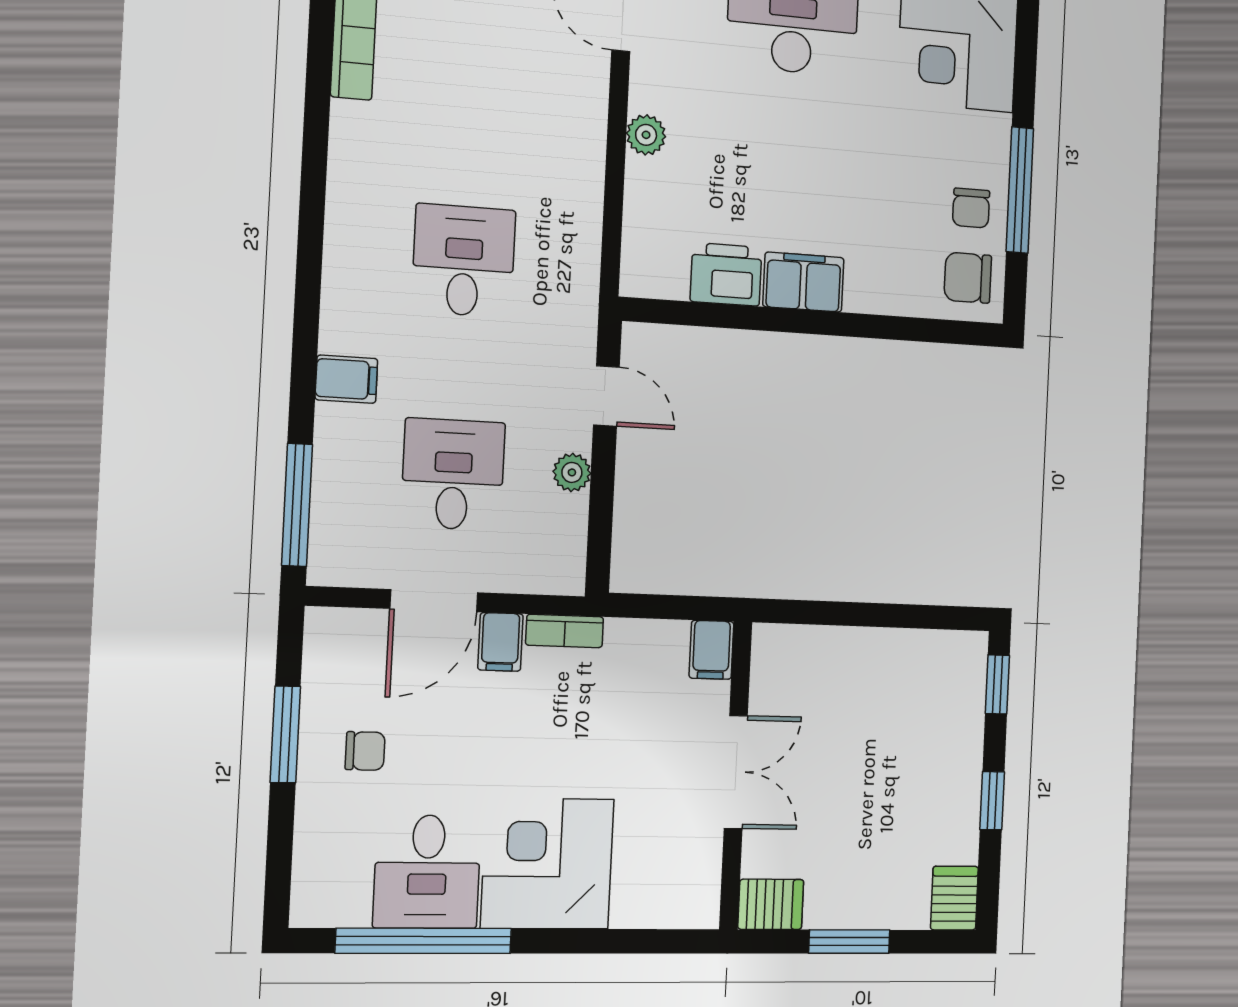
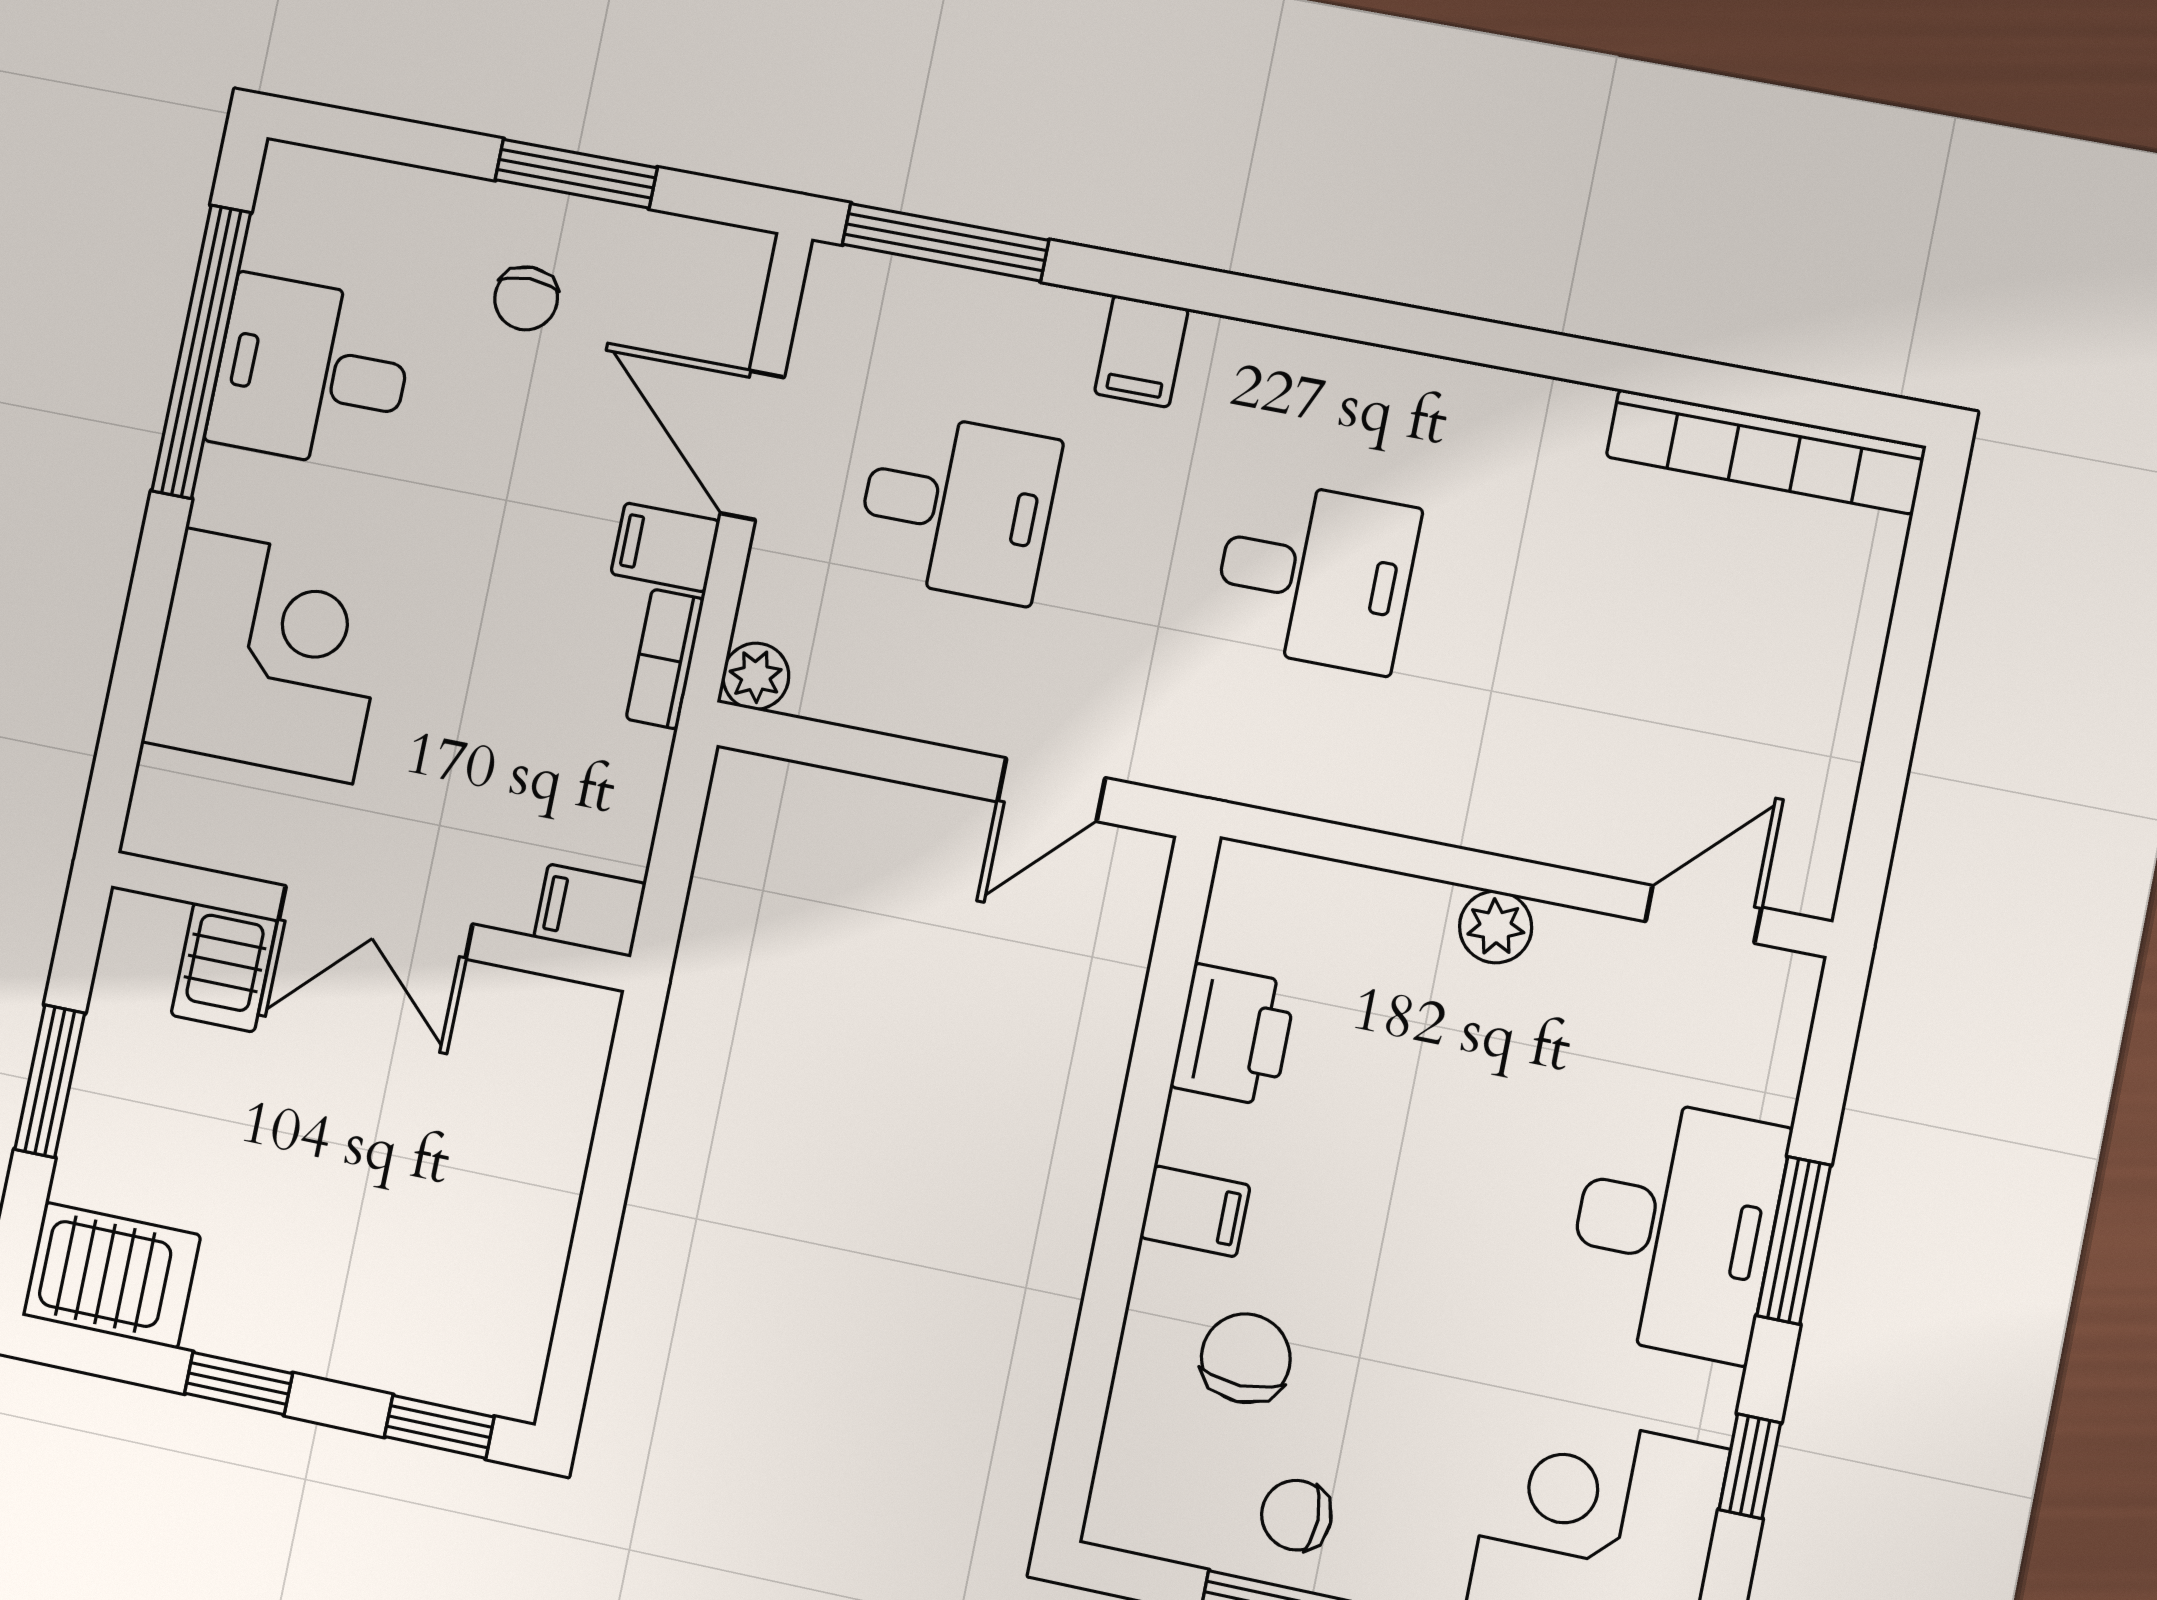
chair: (968, 278) -> (1246, 1358), moved
filing cabinet: (803, 282) -> (1195, 1211), width x0.50
plant: (572, 472) -> (756, 676), moved
corner desk: (548, 863) -> (269, 655), moved
server rack: (954, 898) -> (111, 1275), width x1.36, depth x1.44
server rack: (771, 904) -> (224, 967), moved

